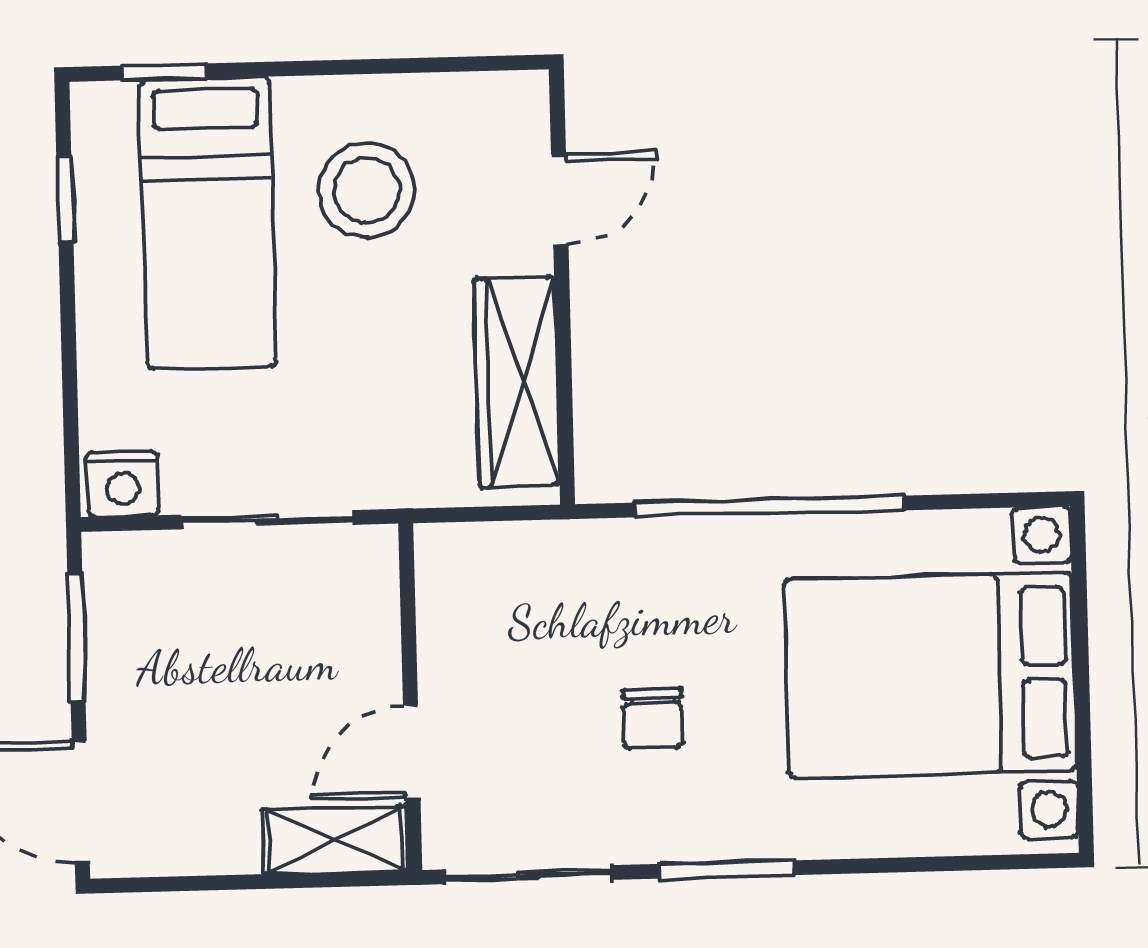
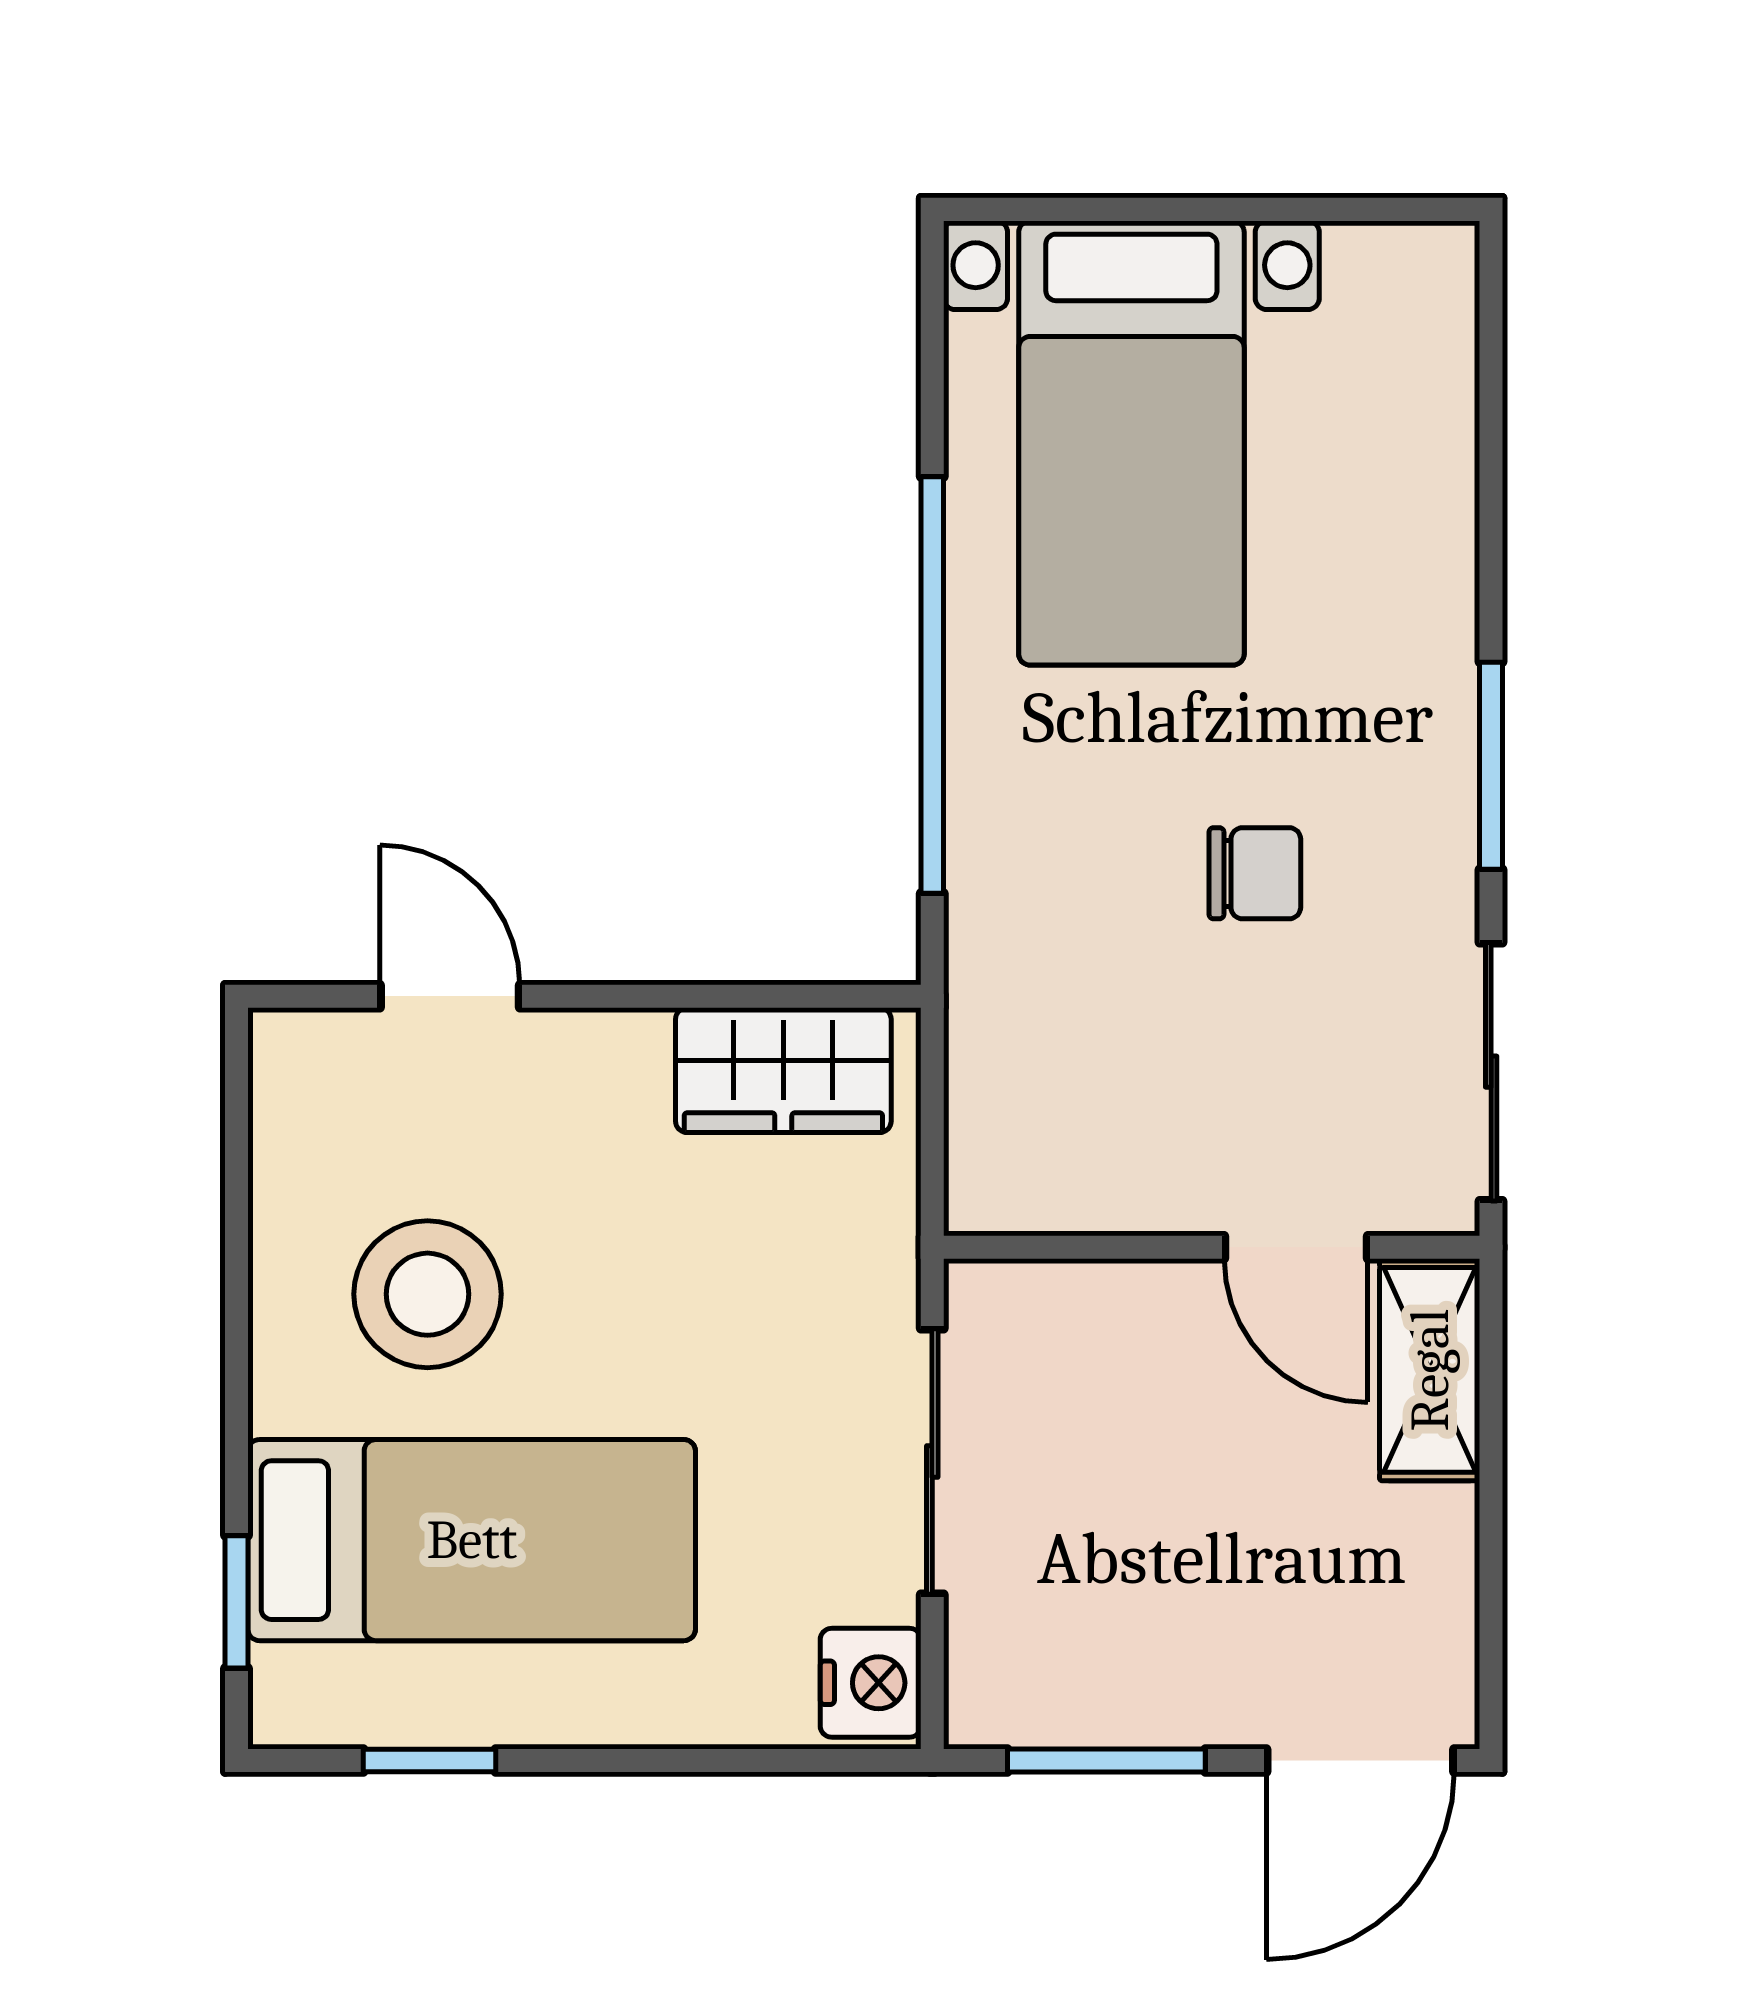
wardrobe: (517, 382) -> (783, 1070), width x0.67
bed with nightstands: (930, 675) -> (1131, 443), width x0.73

